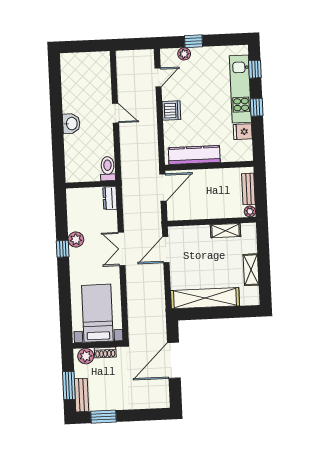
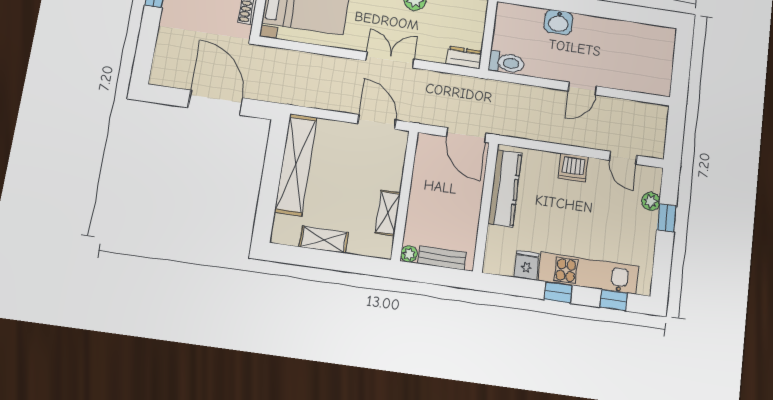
washbasin: (71, 124) -> (558, 22), moved

